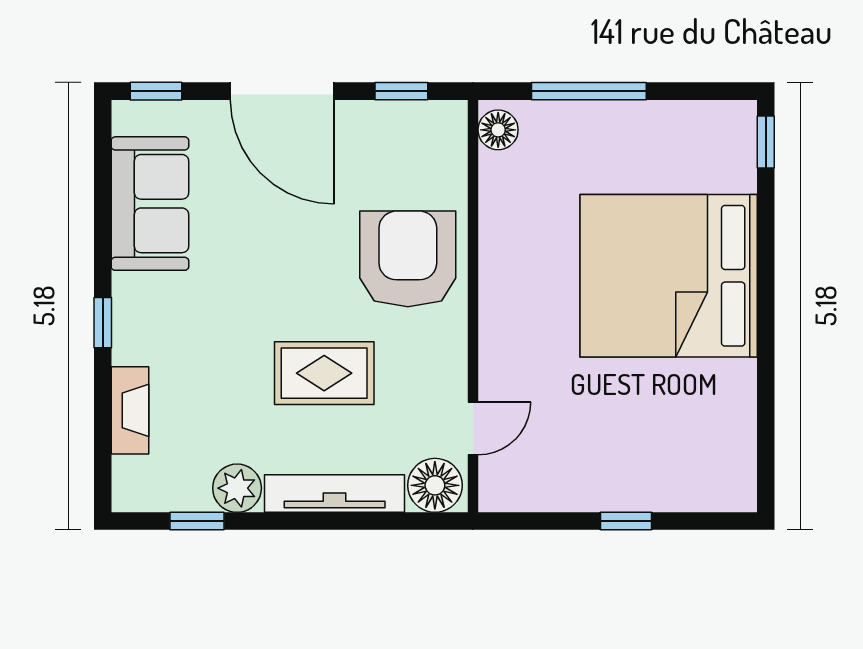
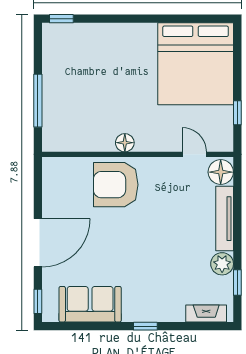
window: (401, 91) -> (38, 188), removed
floor lamp: (498, 130) -> (125, 143), moved
bed: (669, 276) -> (196, 64), moved
rug: (324, 373) -> (169, 223), removed
fireplace: (130, 410) -> (206, 313), moved
window: (626, 521) -> (237, 113), moved

